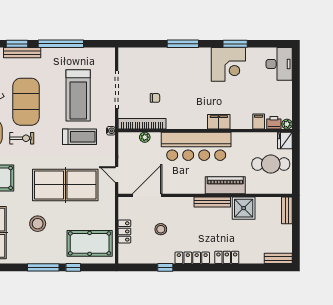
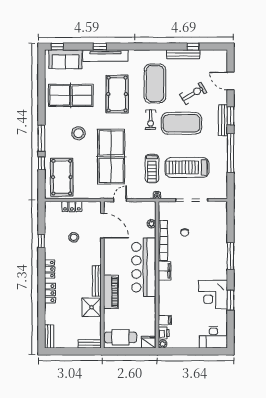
filing cabinet: (219, 122) -> (165, 271), moved
bookcase: (142, 124) -> (163, 240), moved
cafe table: (271, 164) -> (120, 337), moved, turned 90
locker: (192, 258) -> (50, 269), width x0.66

